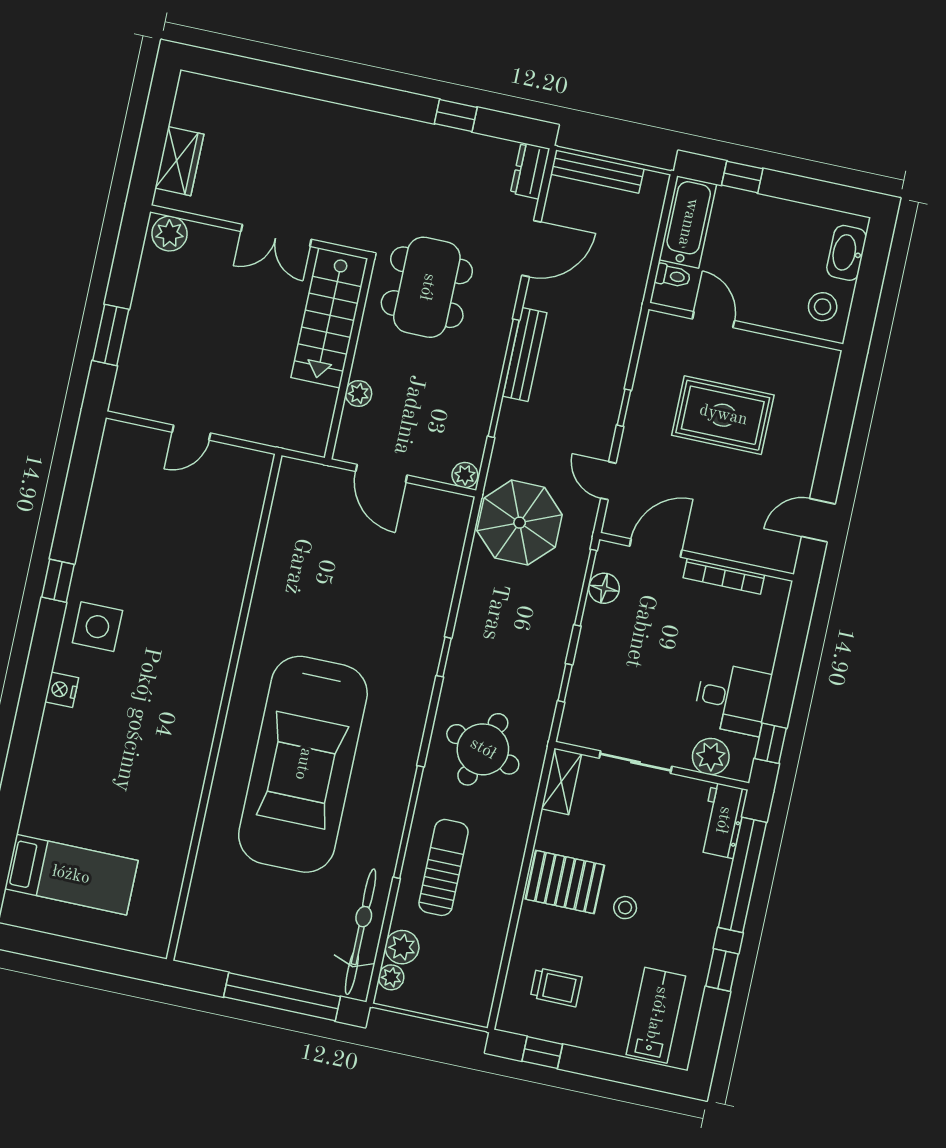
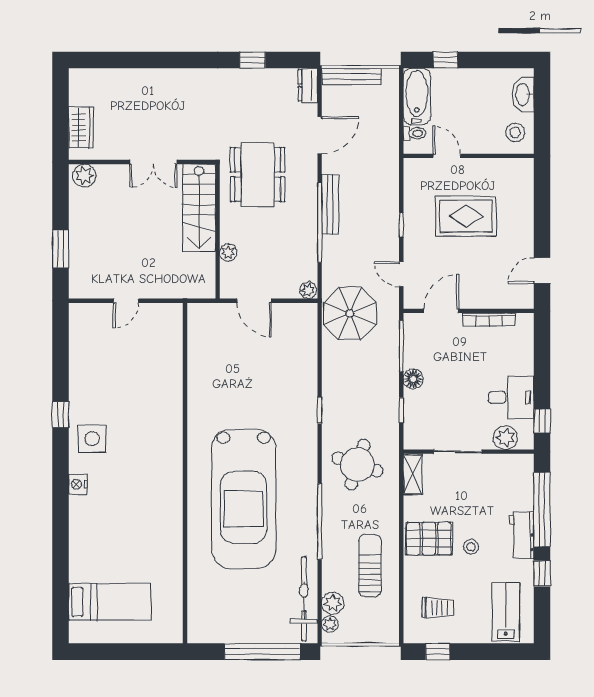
floor lamp: (604, 588) -> (413, 379), moved
workbench: (723, 820) -> (522, 535), moved
sun lounger: (443, 867) -> (370, 566), moved

